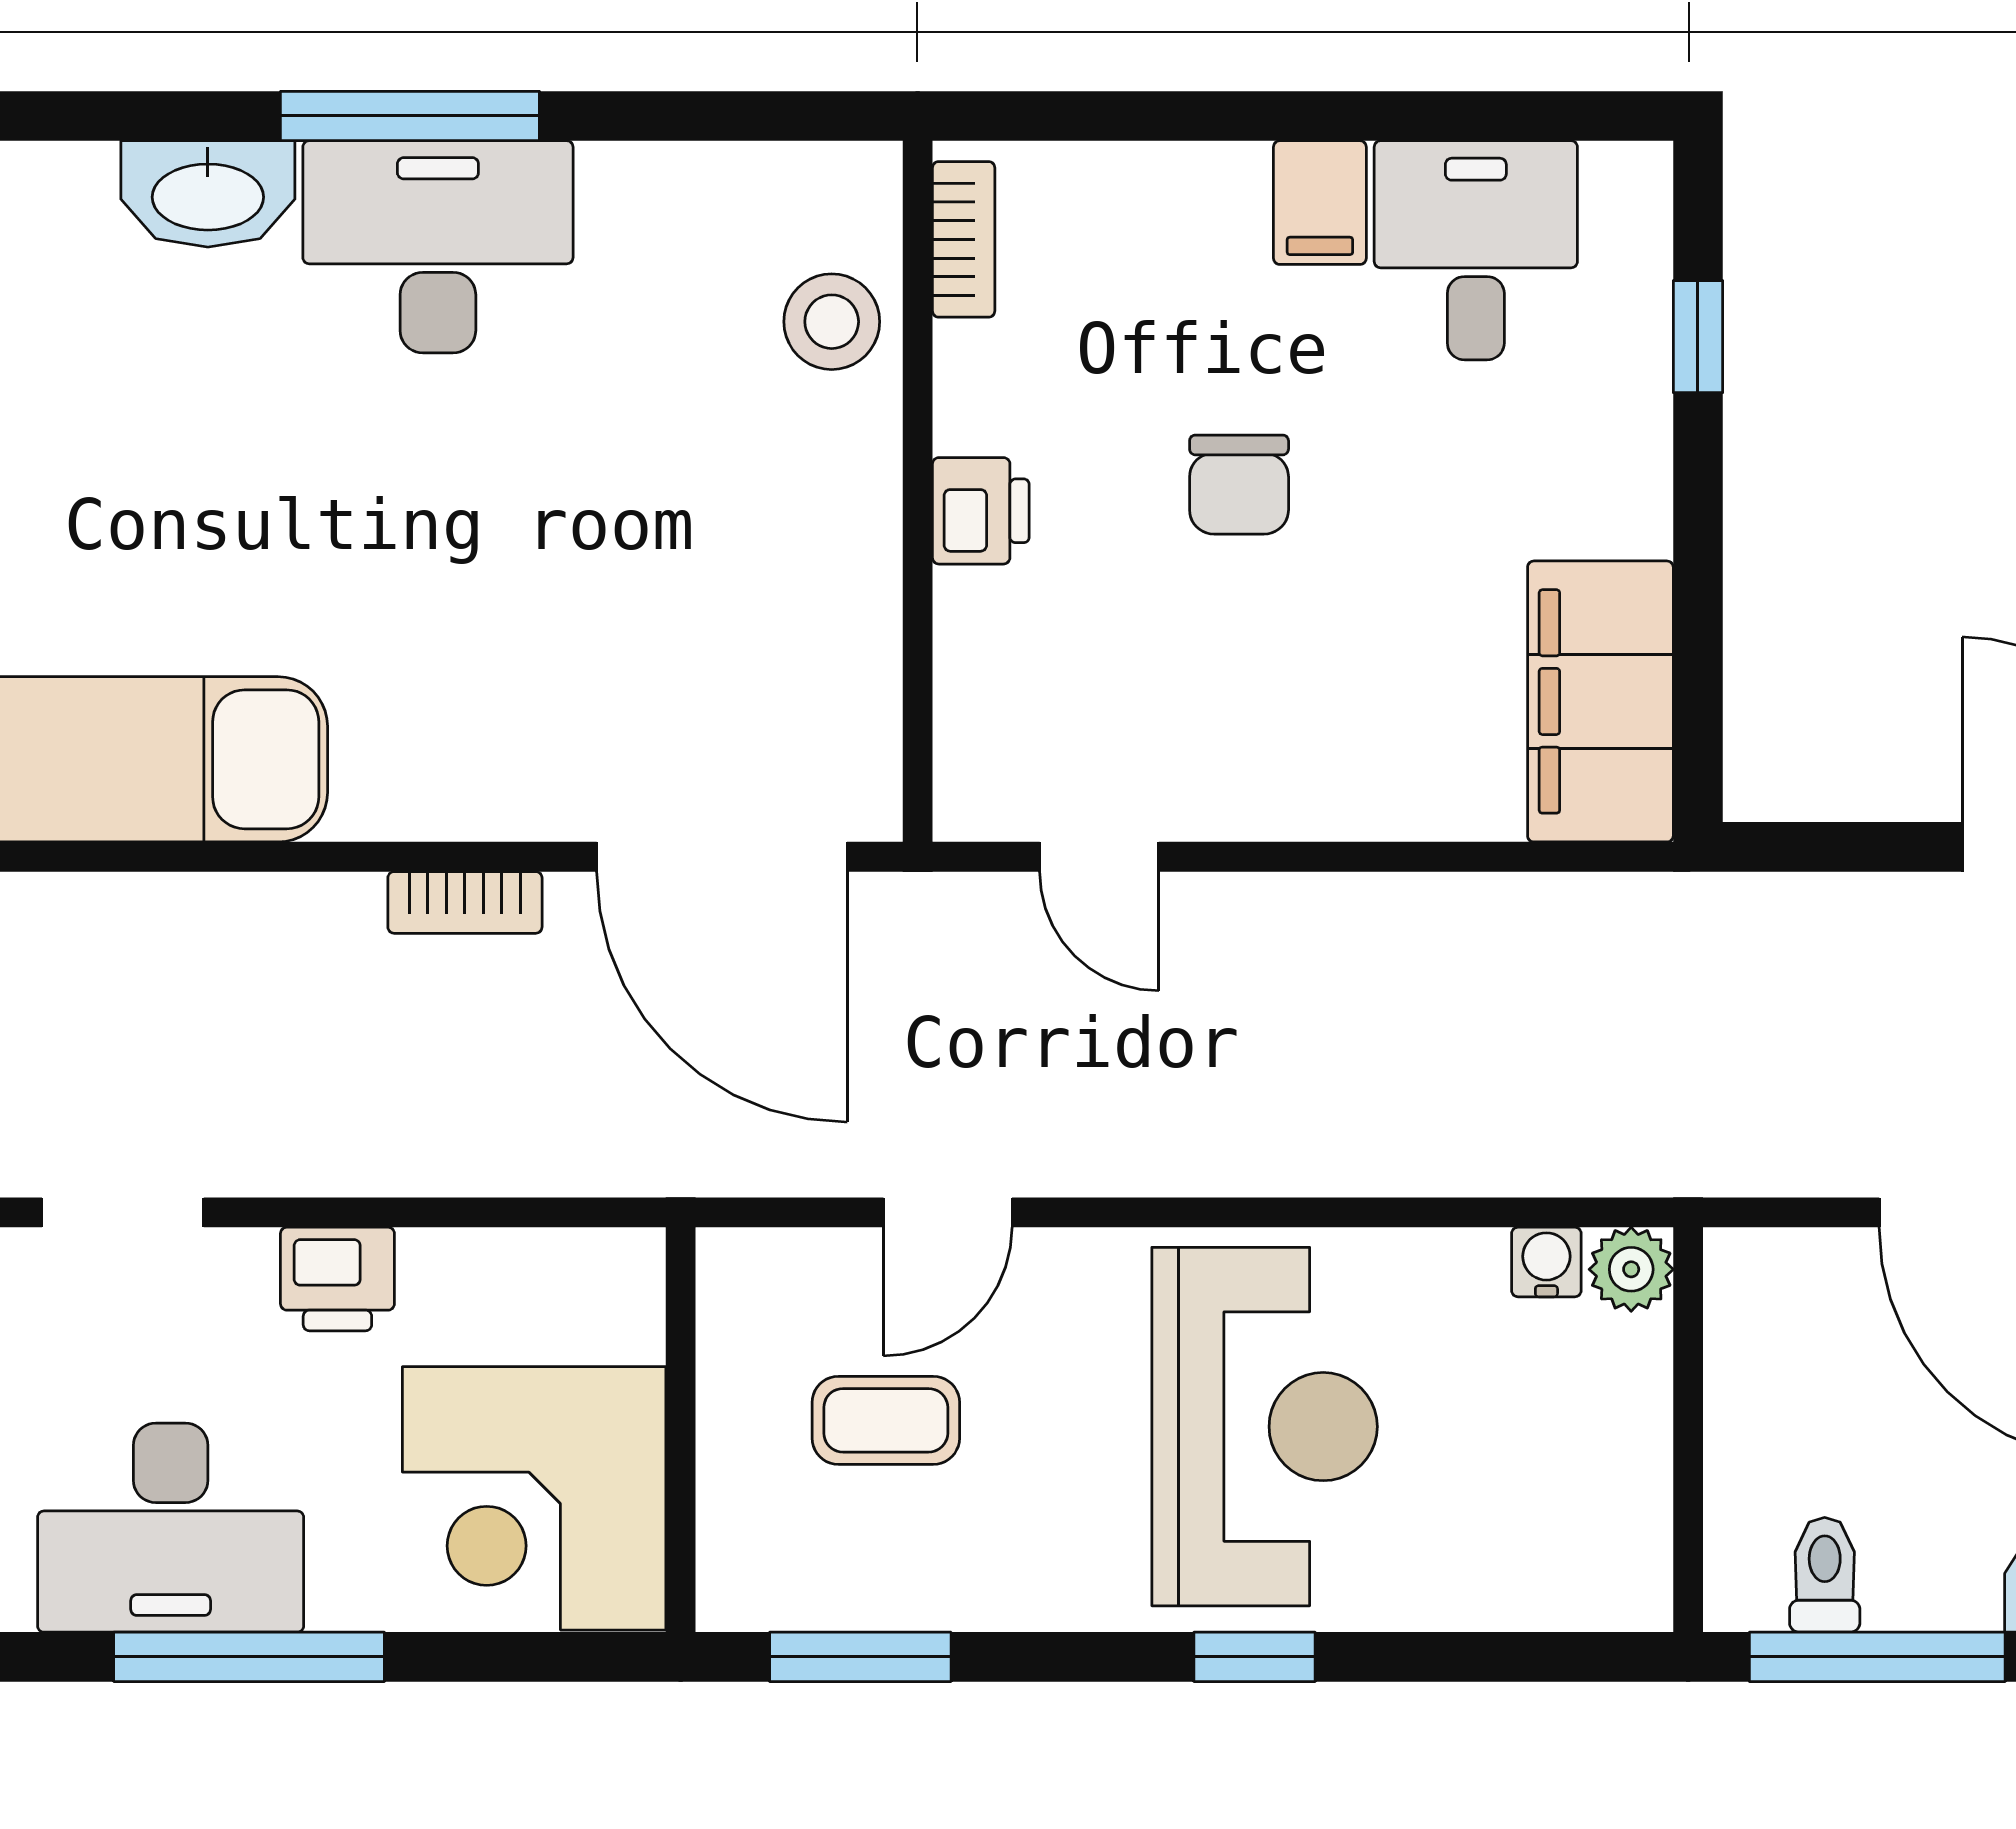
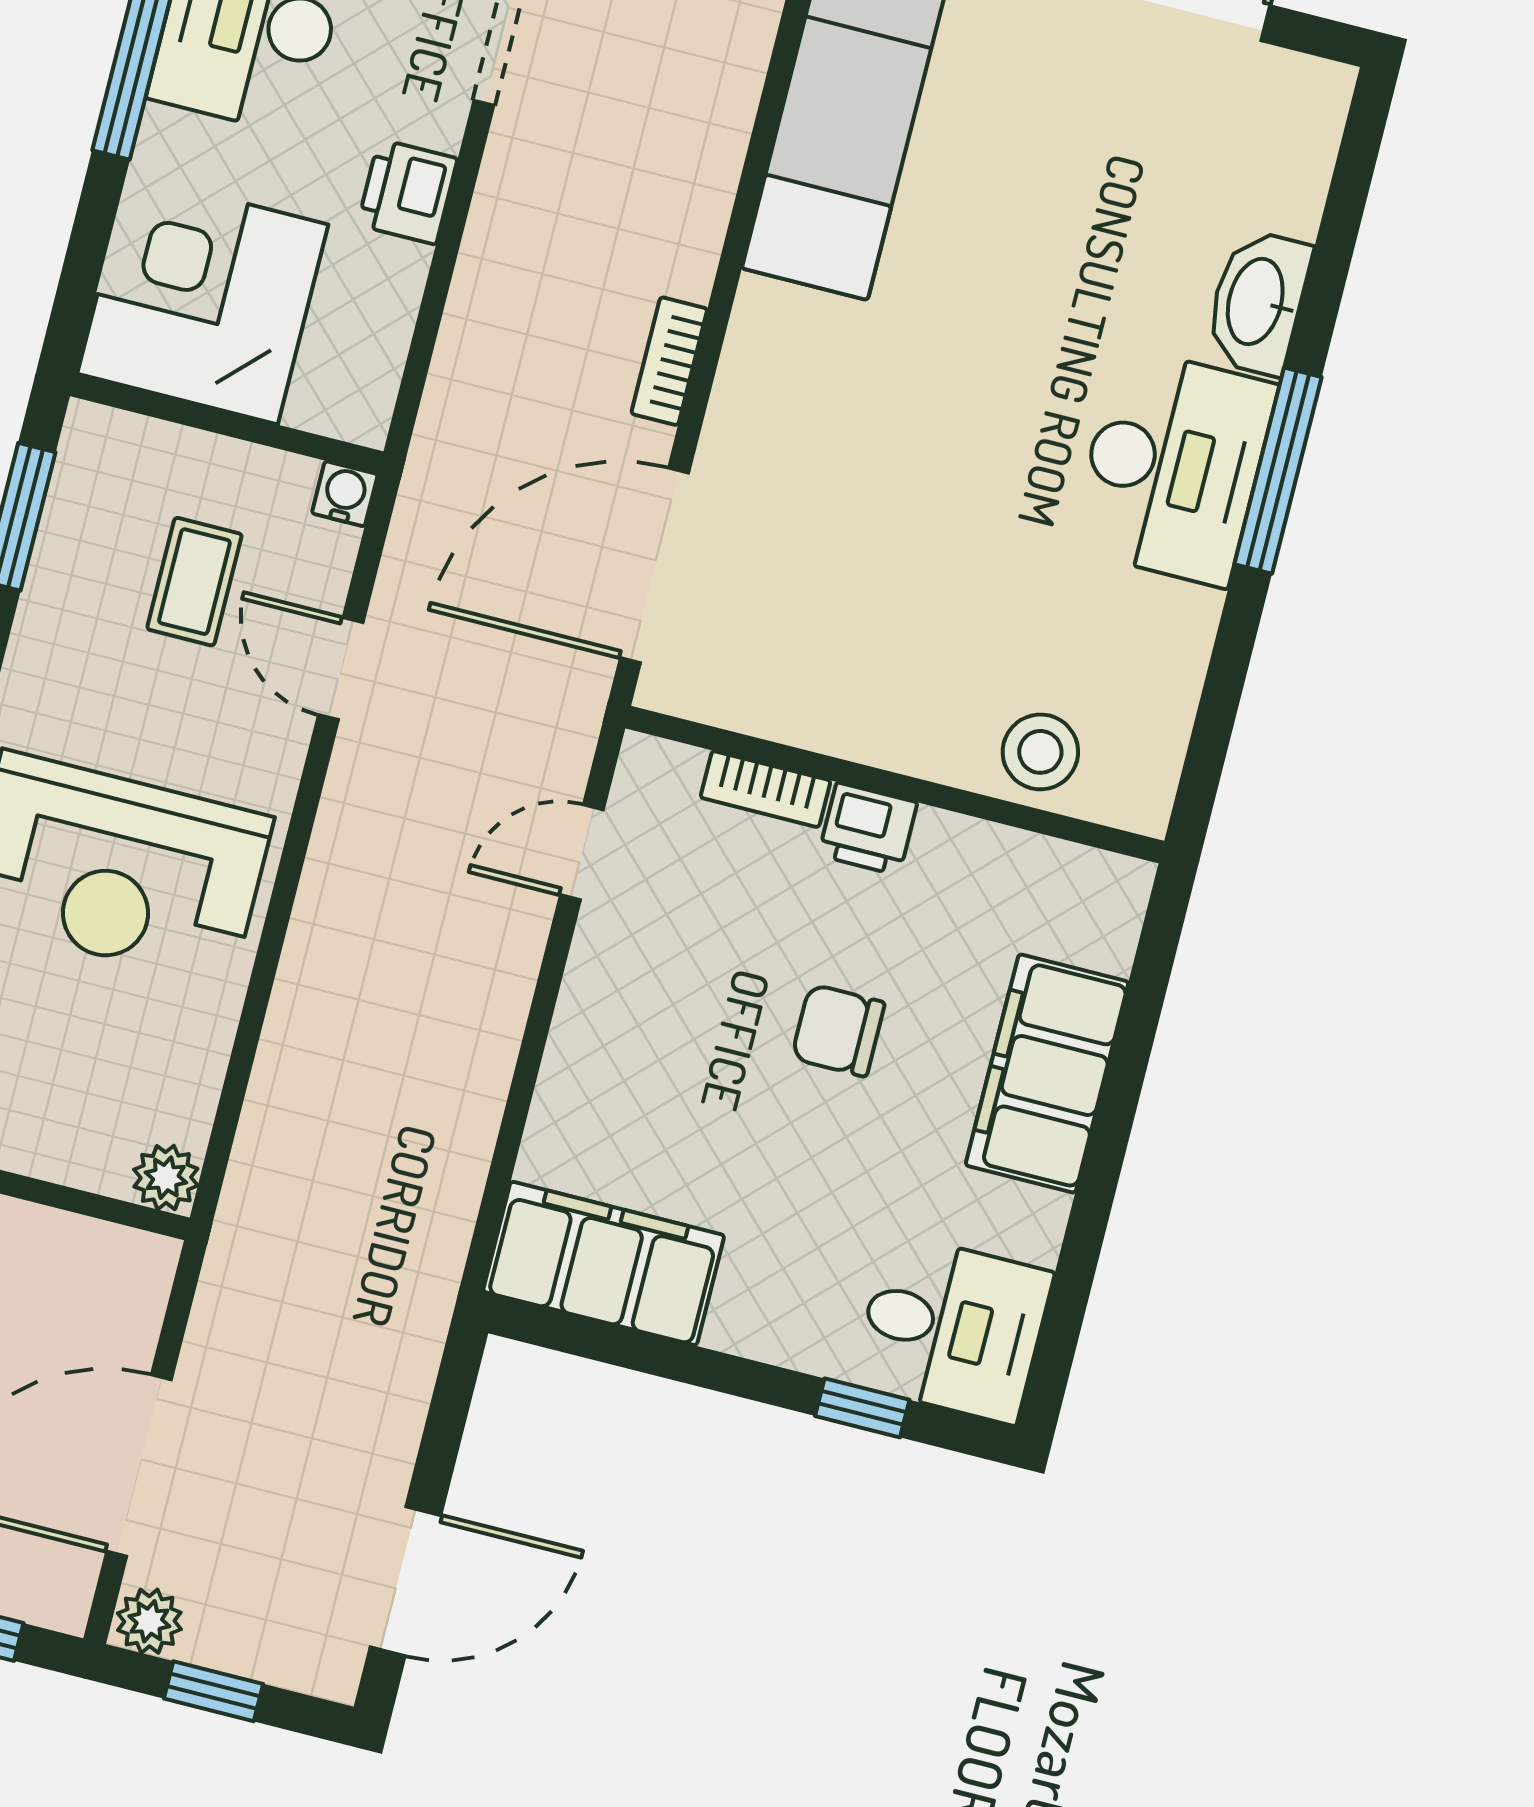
filing cabinet: (1320, 203) -> (1047, 1074), width x3.00, depth x1.17
bookcase: (964, 239) -> (765, 789), moved
desk: (1476, 250) -> (952, 1328), moved
water cooler: (1546, 1262) -> (345, 494), moved, turned -90

